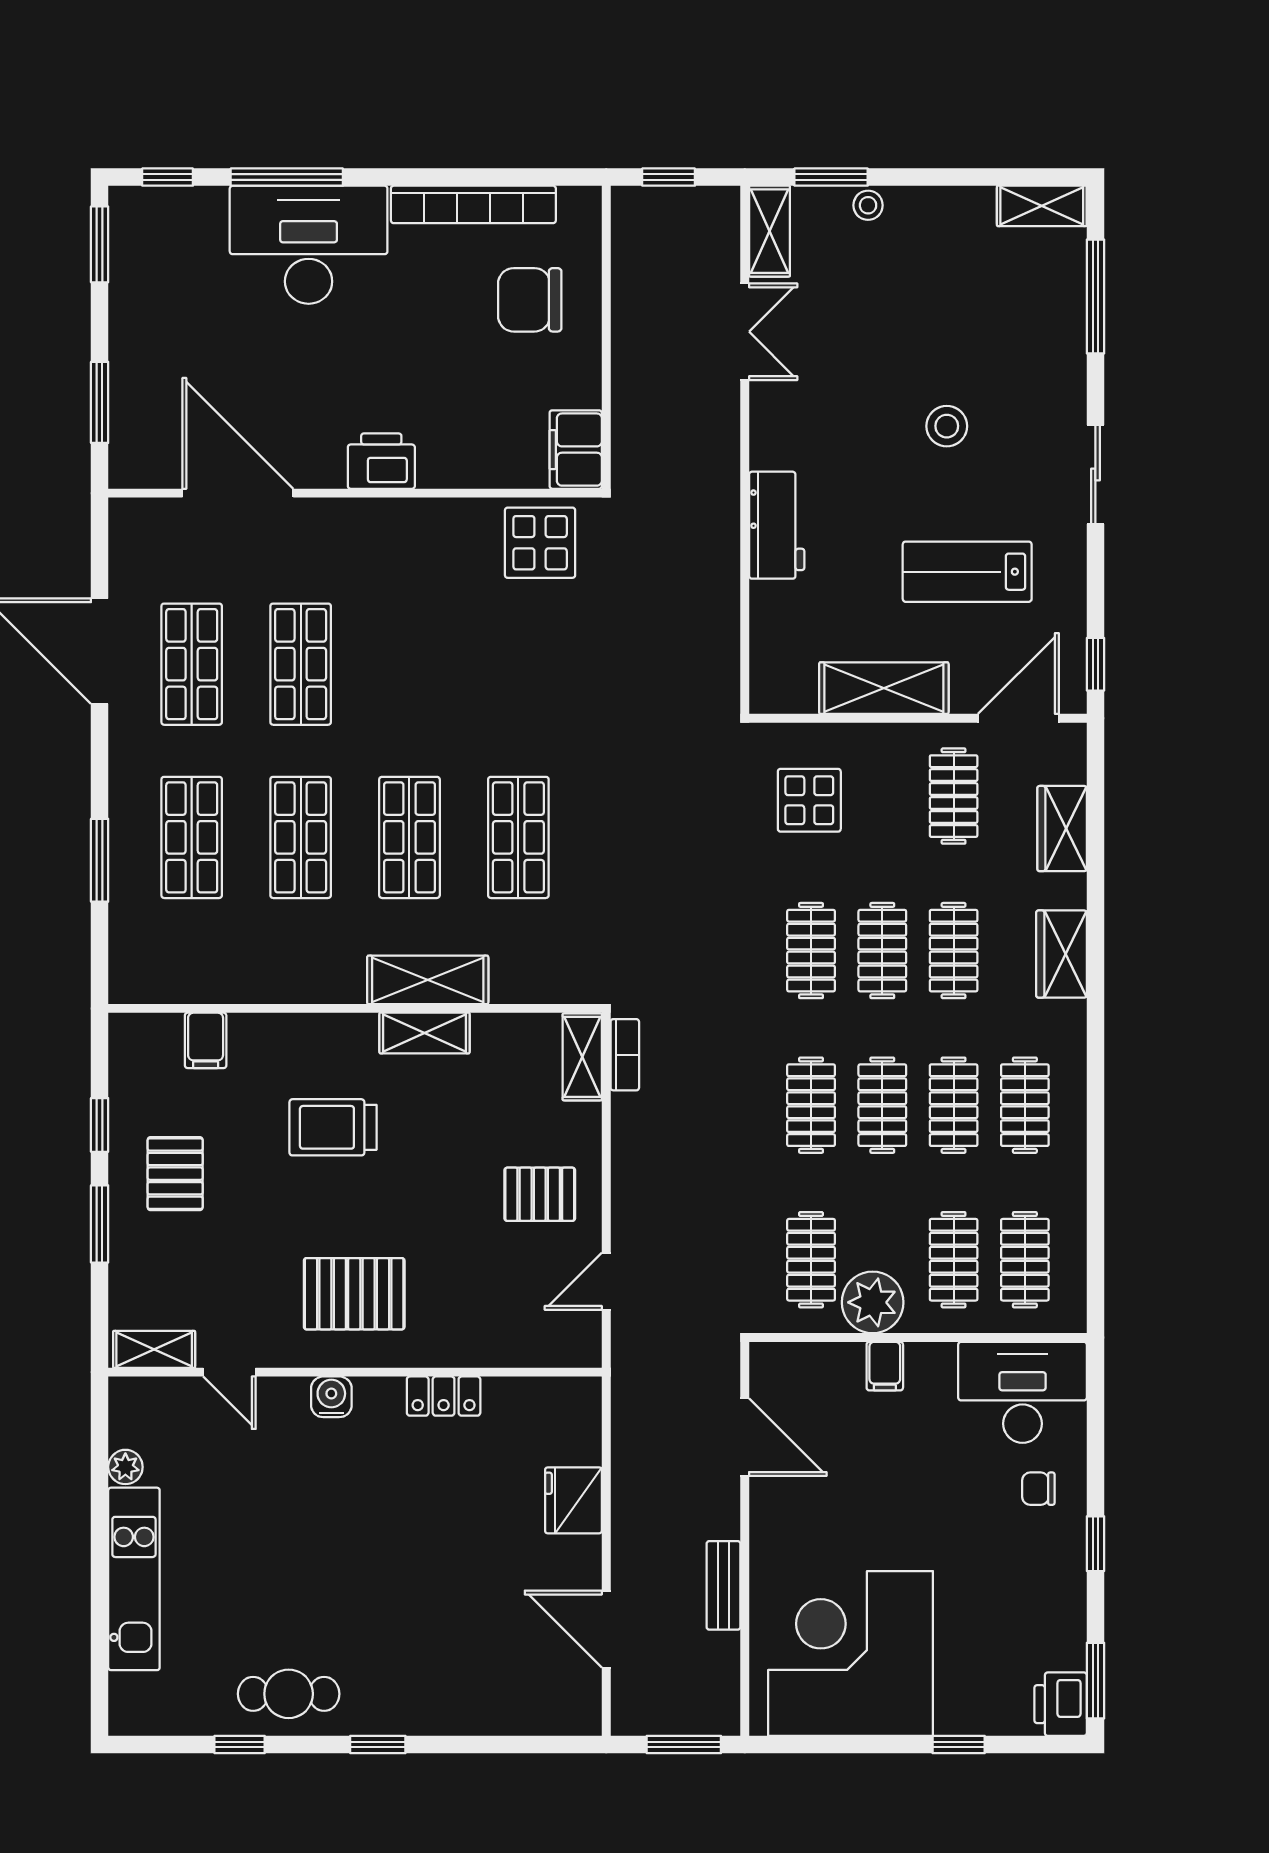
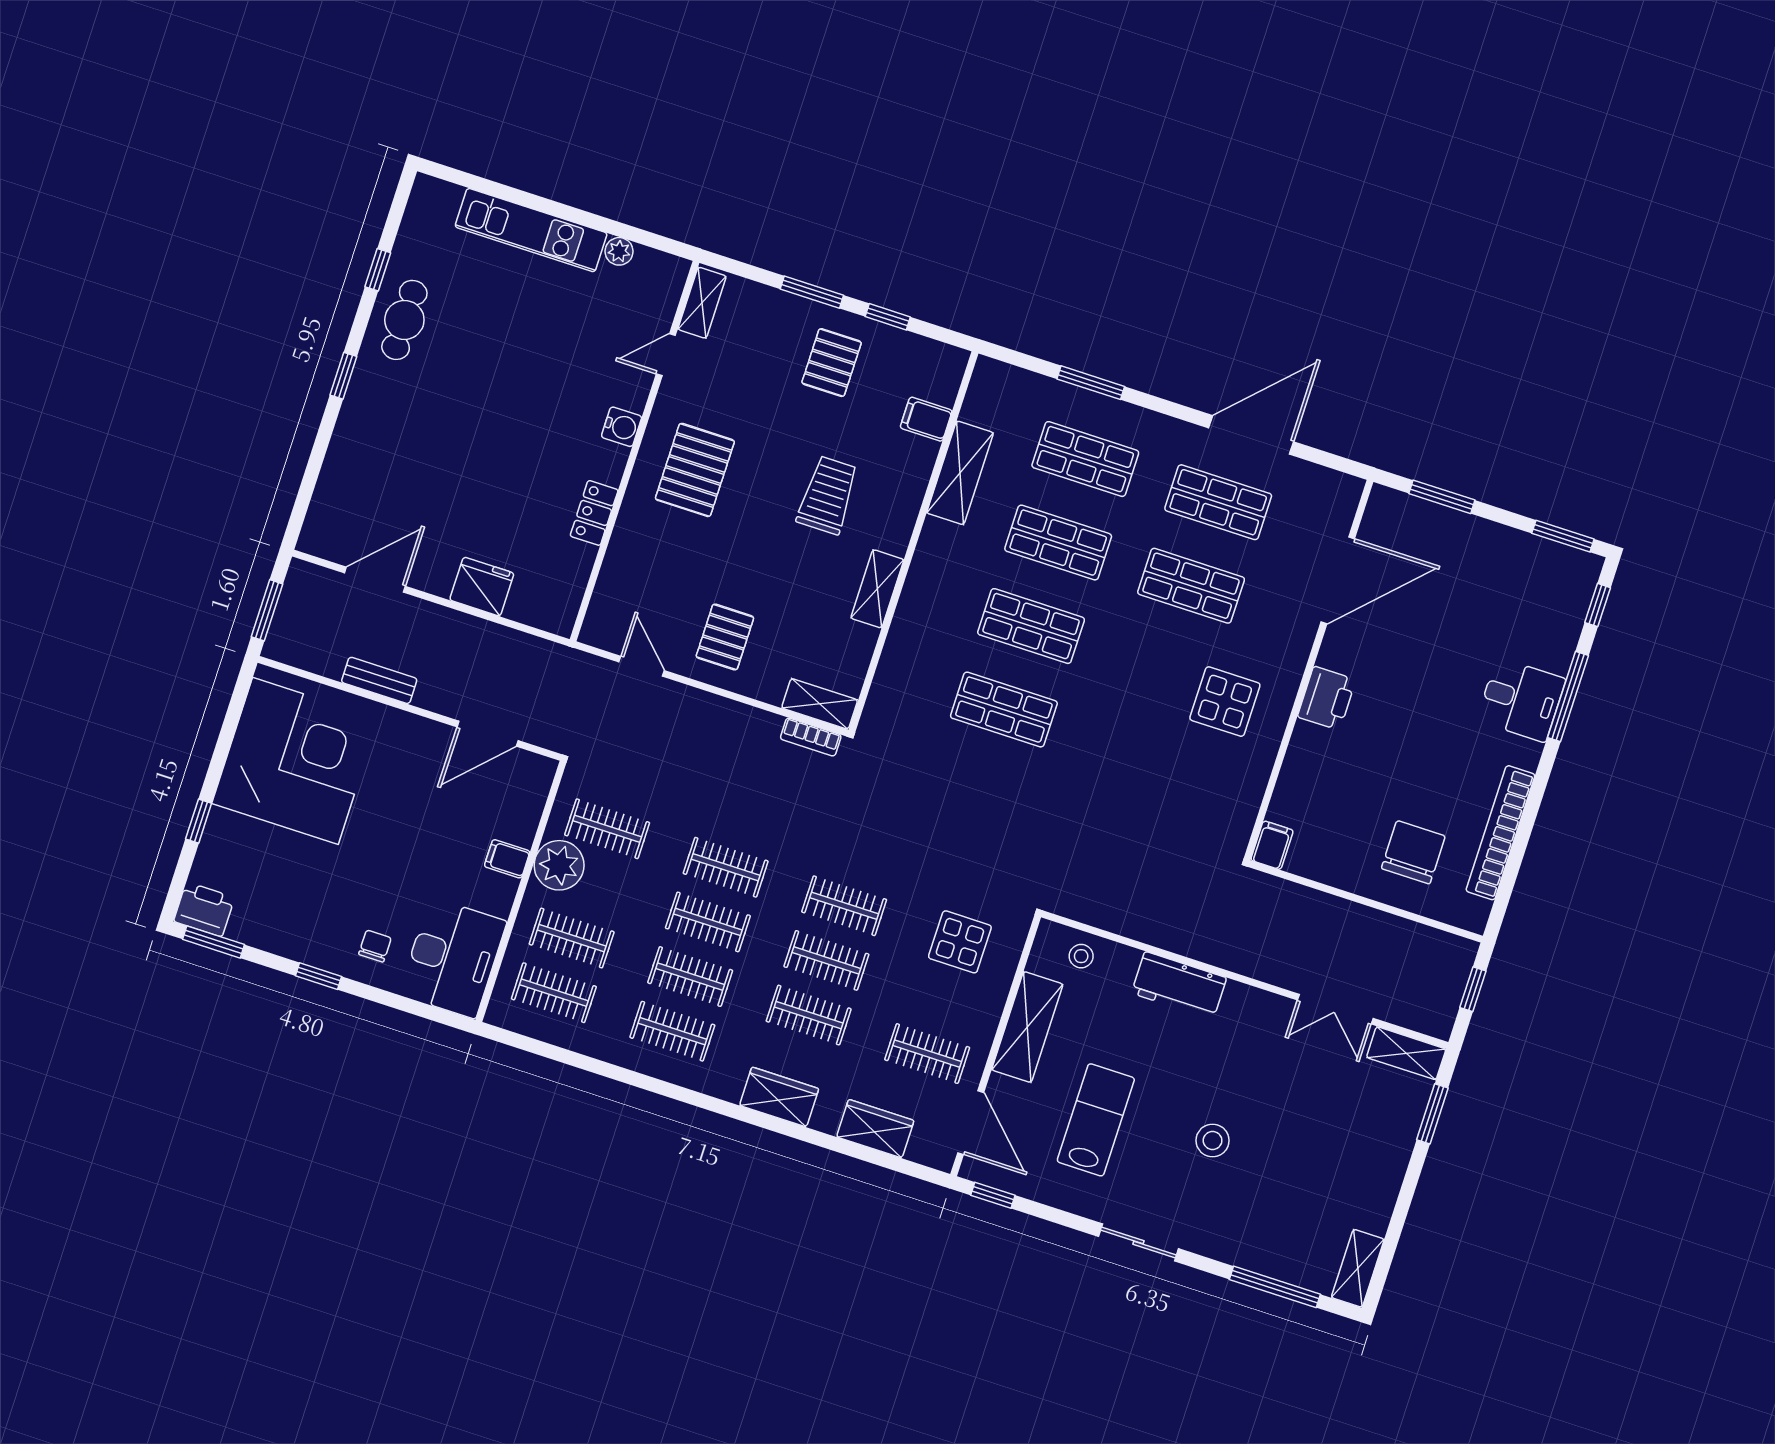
stool: (868, 205) -> (1081, 956), moved
desk: (309, 245) -> (1521, 700), width x0.53, depth x0.77
filing cabinet: (576, 450) -> (1272, 845), width x0.50
display table: (540, 543) -> (1225, 702), moved
shelving: (428, 980) -> (960, 473), moved
pallet: (175, 1174) -> (832, 363), turned 90

